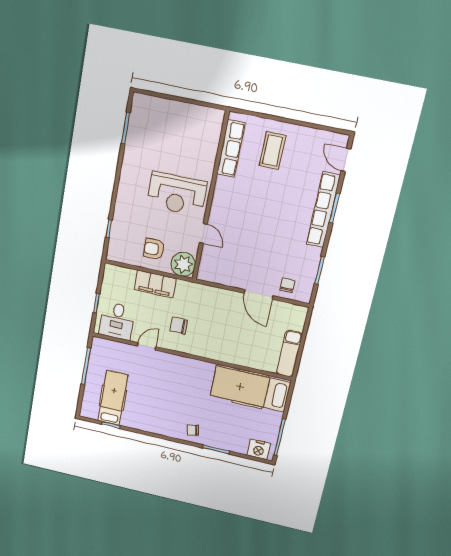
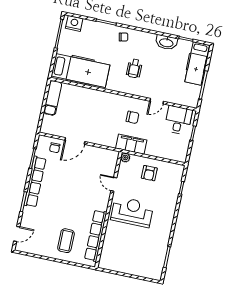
row of seats: (231, 149) -> (96, 236), width x1.36
door: (346, 160) -> (17, 234), hinge flipped
row of seats: (323, 210) -> (35, 182), moved
armchair: (154, 249) -> (149, 173), turned 91
plant: (183, 264) -> (125, 157), width x0.53, depth x0.53
filing cabinet: (155, 284) -> (131, 144), moved
door: (259, 294) -> (75, 141), swing flipped
wheelchair: (178, 390) -> (134, 68), added
hospital bed: (113, 398) -> (197, 63), moved
washbasin: (136, 421) -> (166, 42), added

